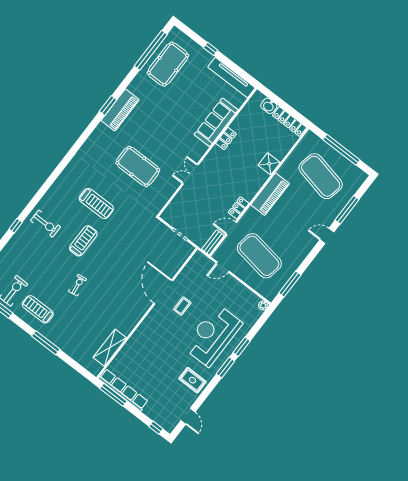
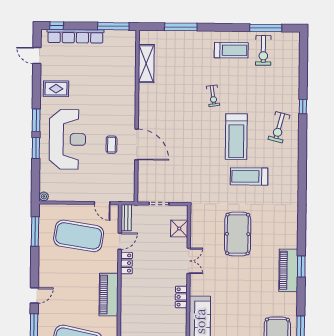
locker: (226, 139) -> (181, 297), moved
shower: (269, 164) -> (179, 228), moved
pool table: (138, 166) -> (238, 234), turned 90
exercise bike: (46, 224) -> (279, 127), turned -75
treadmill: (83, 241) -> (236, 137), width x1.37, depth x1.38
door: (223, 267) -> (102, 203), swing flipped
window: (46, 343) -> (181, 27), moved
row of seats: (123, 390) -> (75, 36), moved

